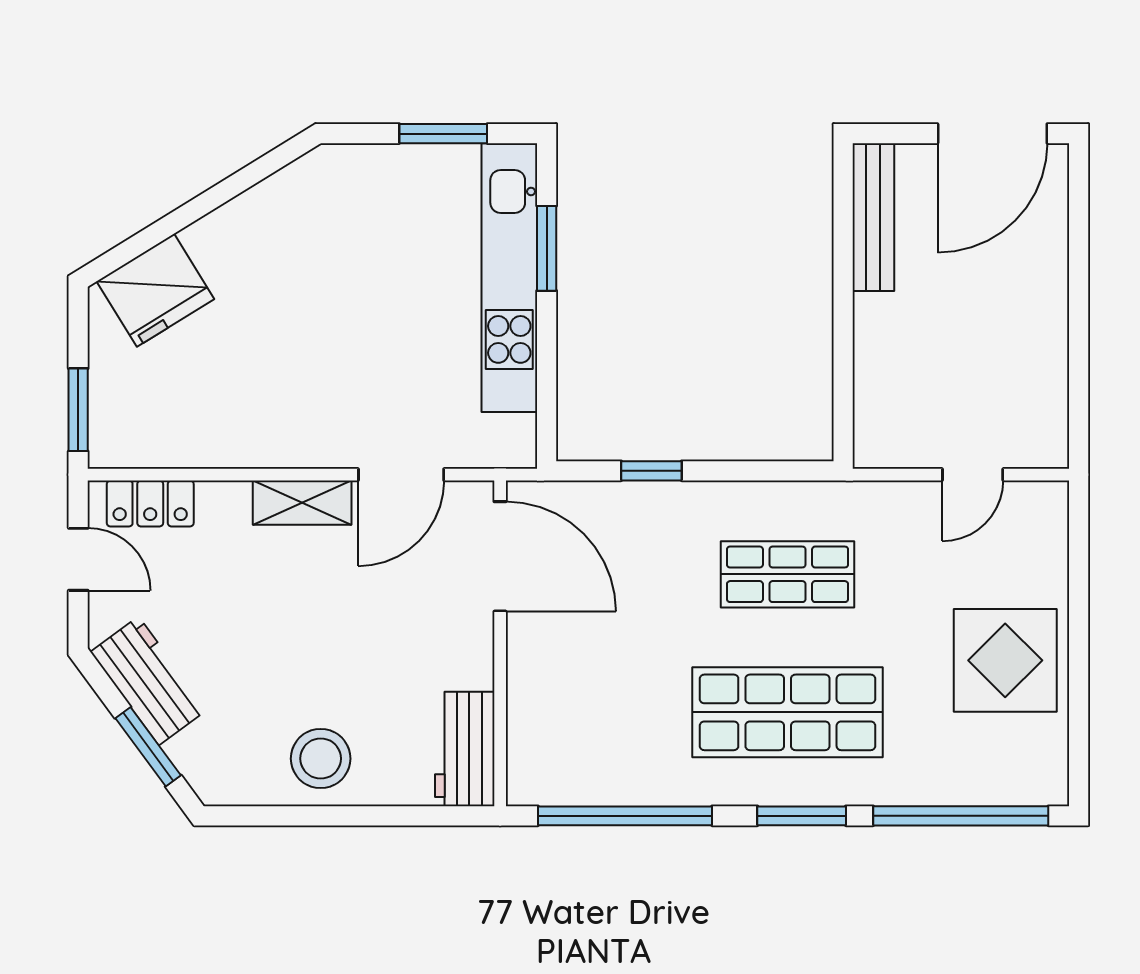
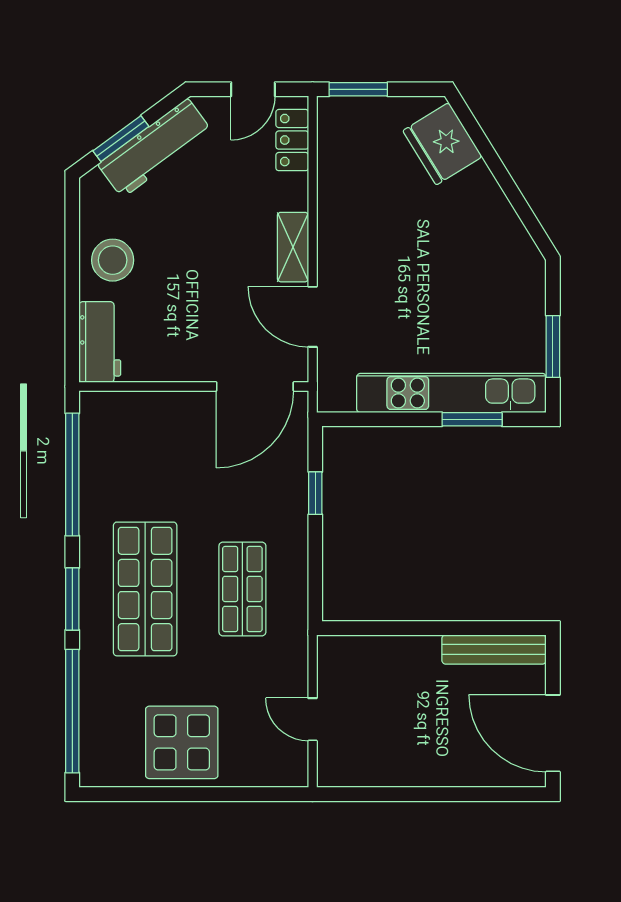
workbench: (149, 681) -> (155, 148), width x1.37
workbench: (465, 749) -> (100, 342), moved, turned 90

